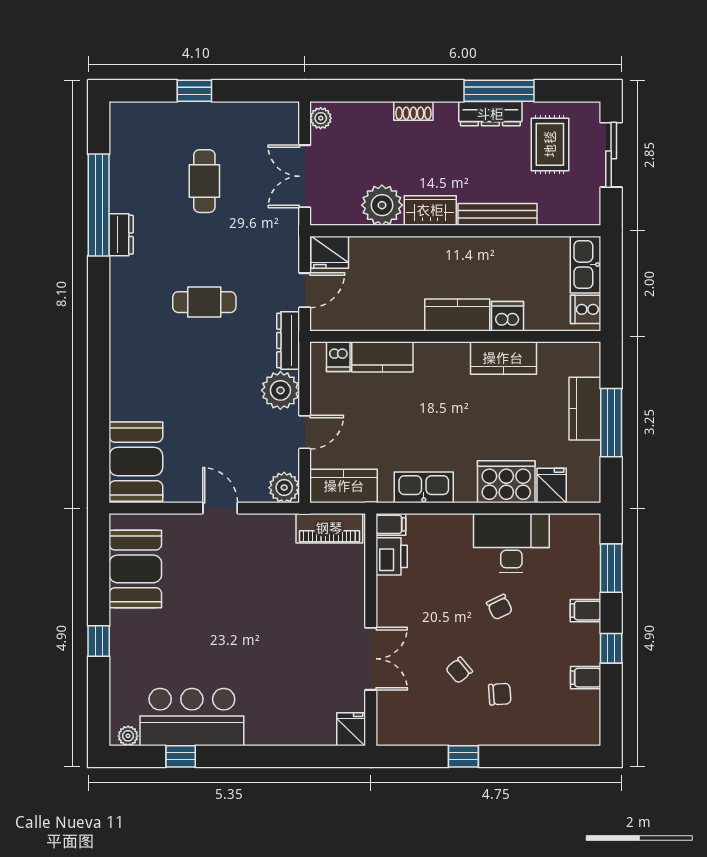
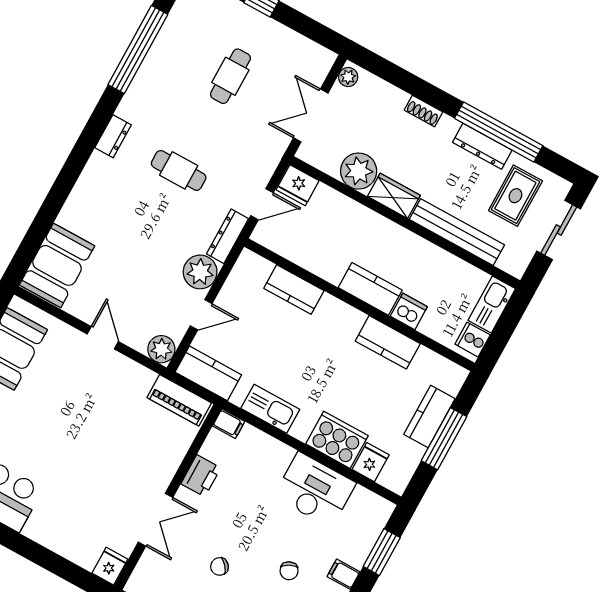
window: (499, 91) -> (499, 132), width x1.46
bench: (498, 214) -> (457, 232), width x1.37, depth x1.21
dresser: (121, 235) -> (113, 136), moved
dishwasher: (338, 357) -> (260, 270), removed
printer: (392, 556) -> (201, 476), moved
chair: (499, 607) -> (289, 571), moved

